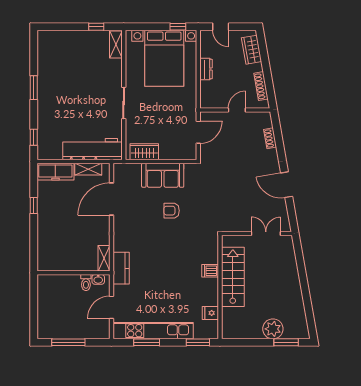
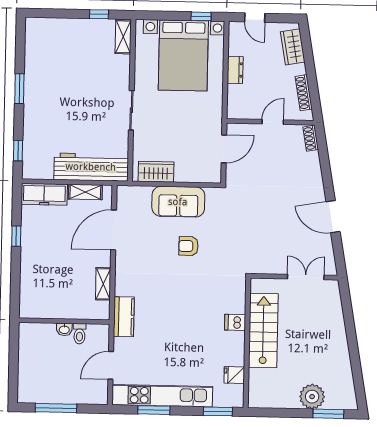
shoe rack: (270, 138) -> (311, 138), moved
shelving: (104, 258) -> (103, 284), moved
washbasin: (98, 279) -> (64, 329), moved

